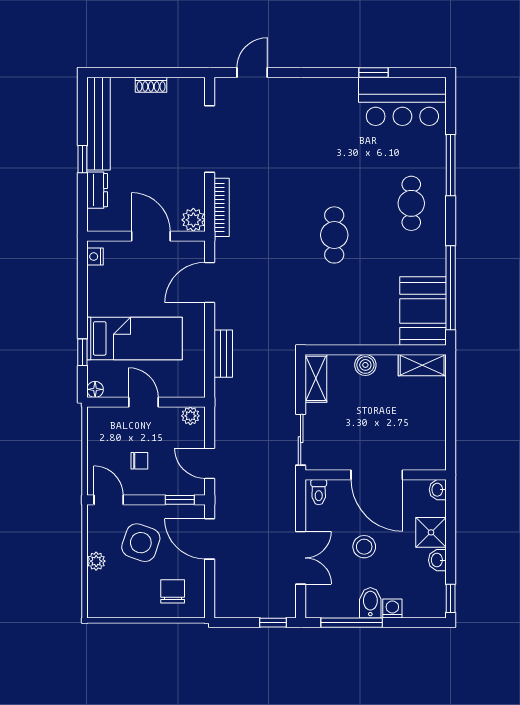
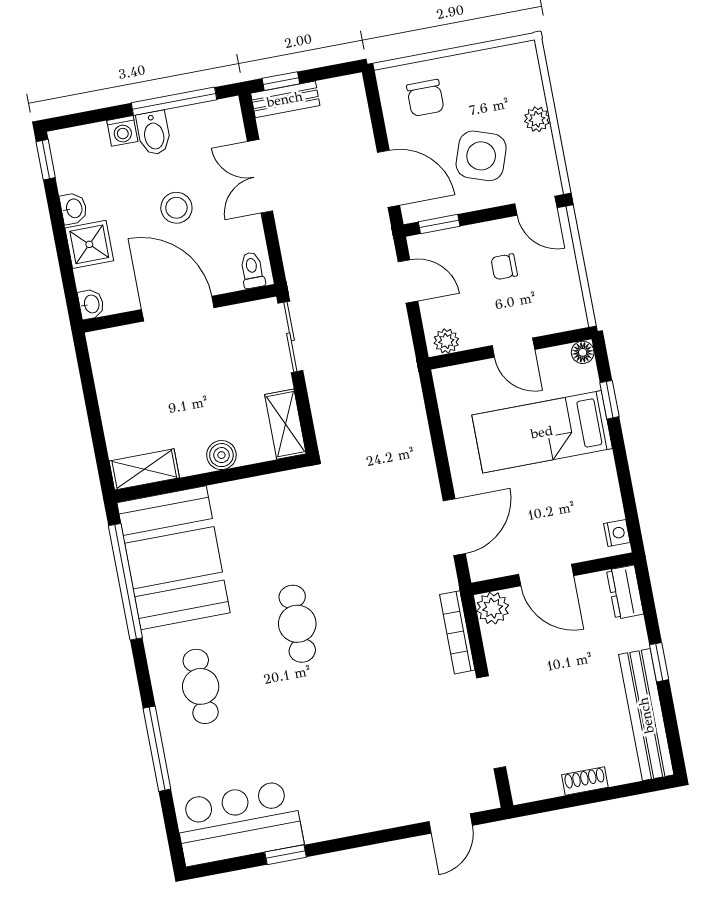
dresser: (97, 190) -> (625, 592), moved
booth: (423, 311) -> (174, 558), width x1.36, depth x1.42
bench: (223, 354) -> (285, 99), moved, turned 90

